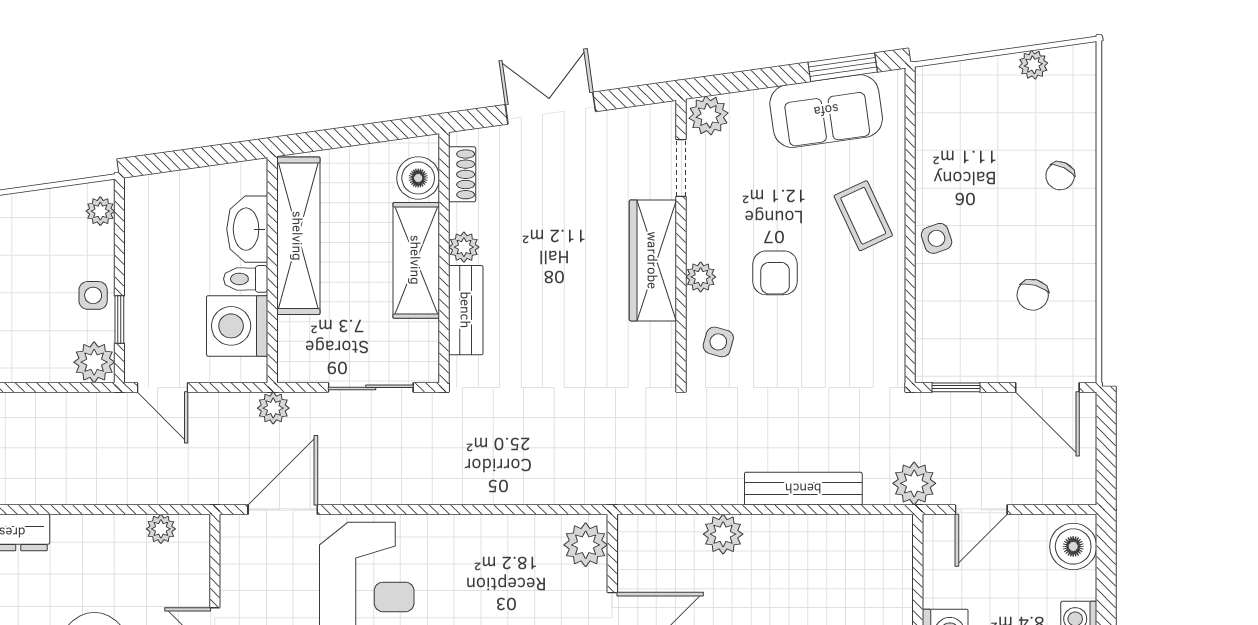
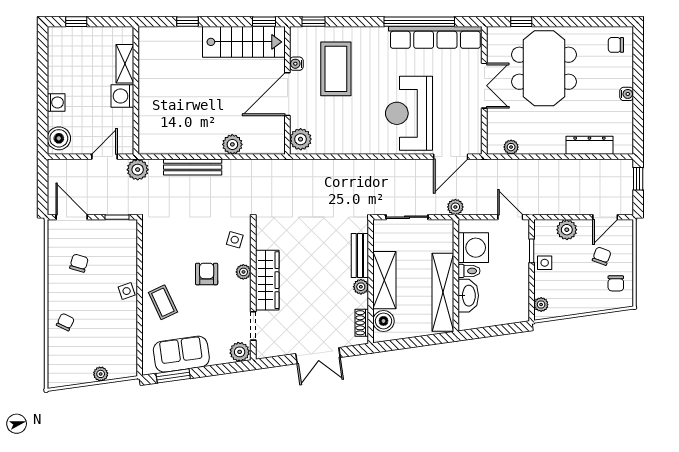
plant: (1033, 65) -> (101, 374), moved
plant: (94, 362) -> (567, 230), moved

